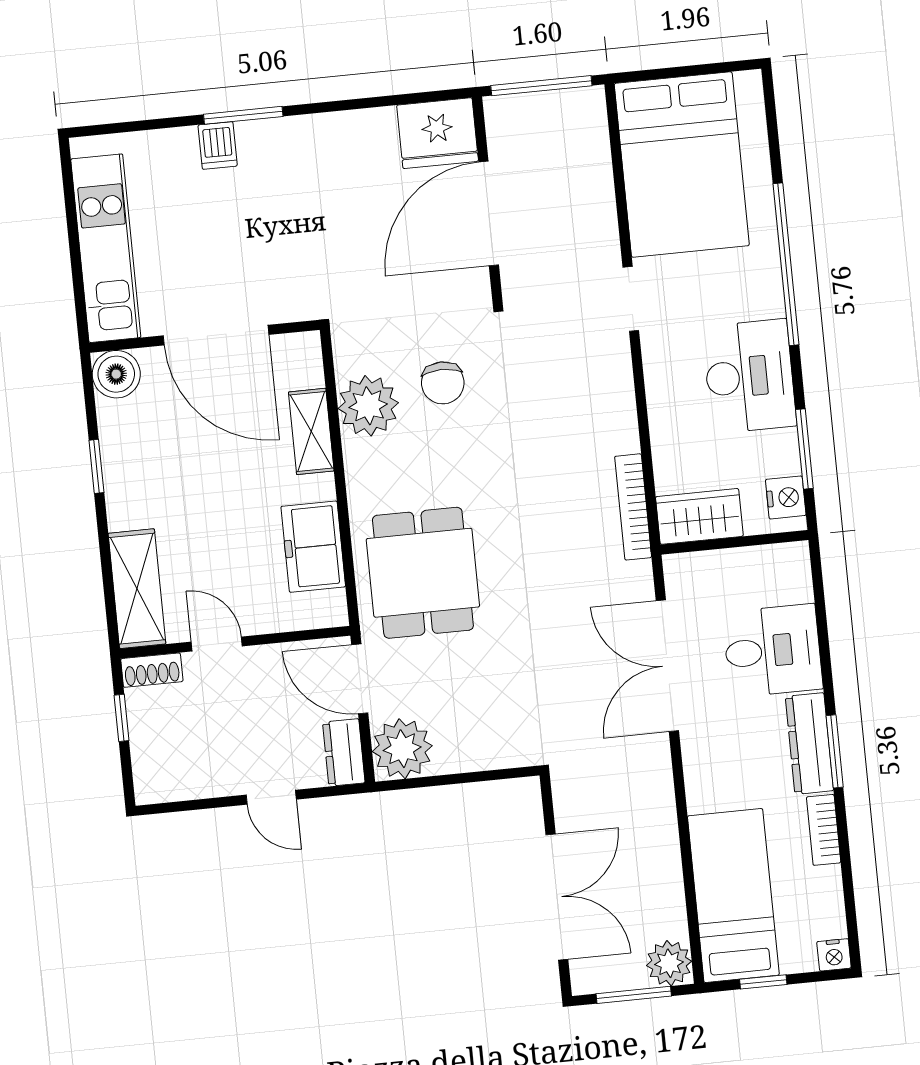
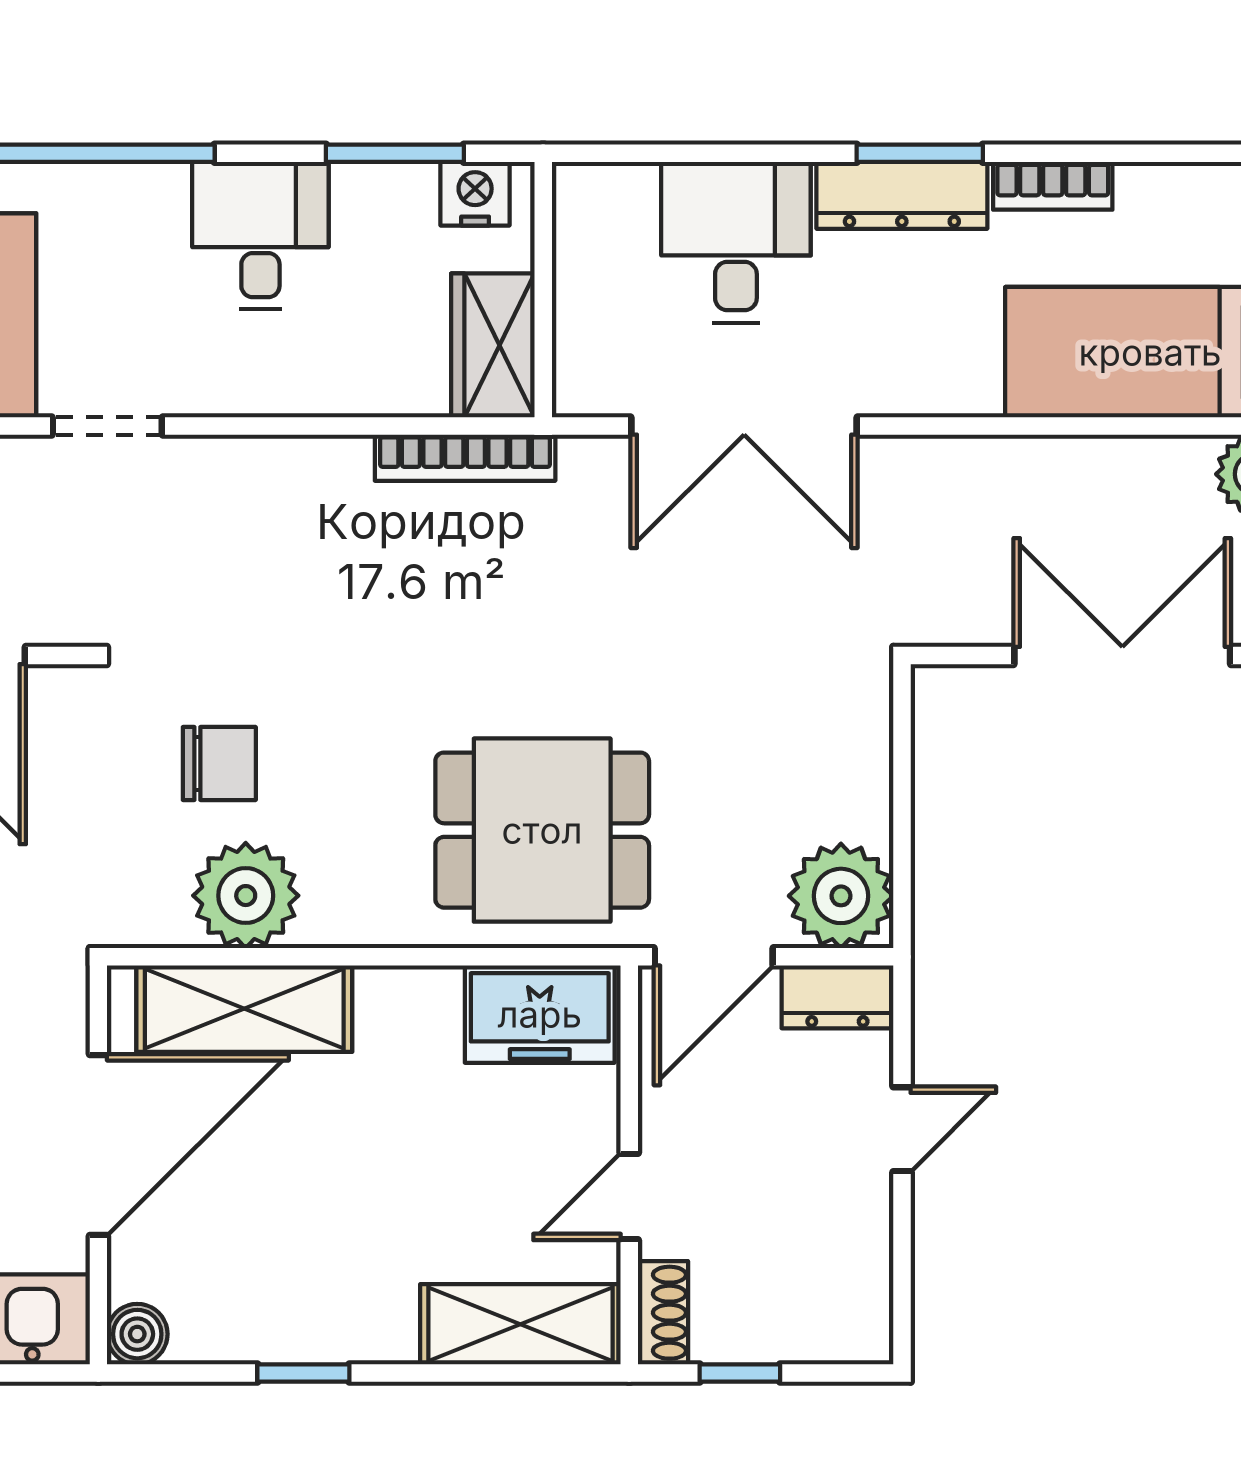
boiler: (116, 374) -> (137, 1334), width x0.73, depth x0.73
desk: (749, 376) -> (260, 235), width x0.73
shelving: (311, 431) -> (244, 1009), width x1.50, depth x1.33
freezer: (313, 547) -> (540, 1014), moved

